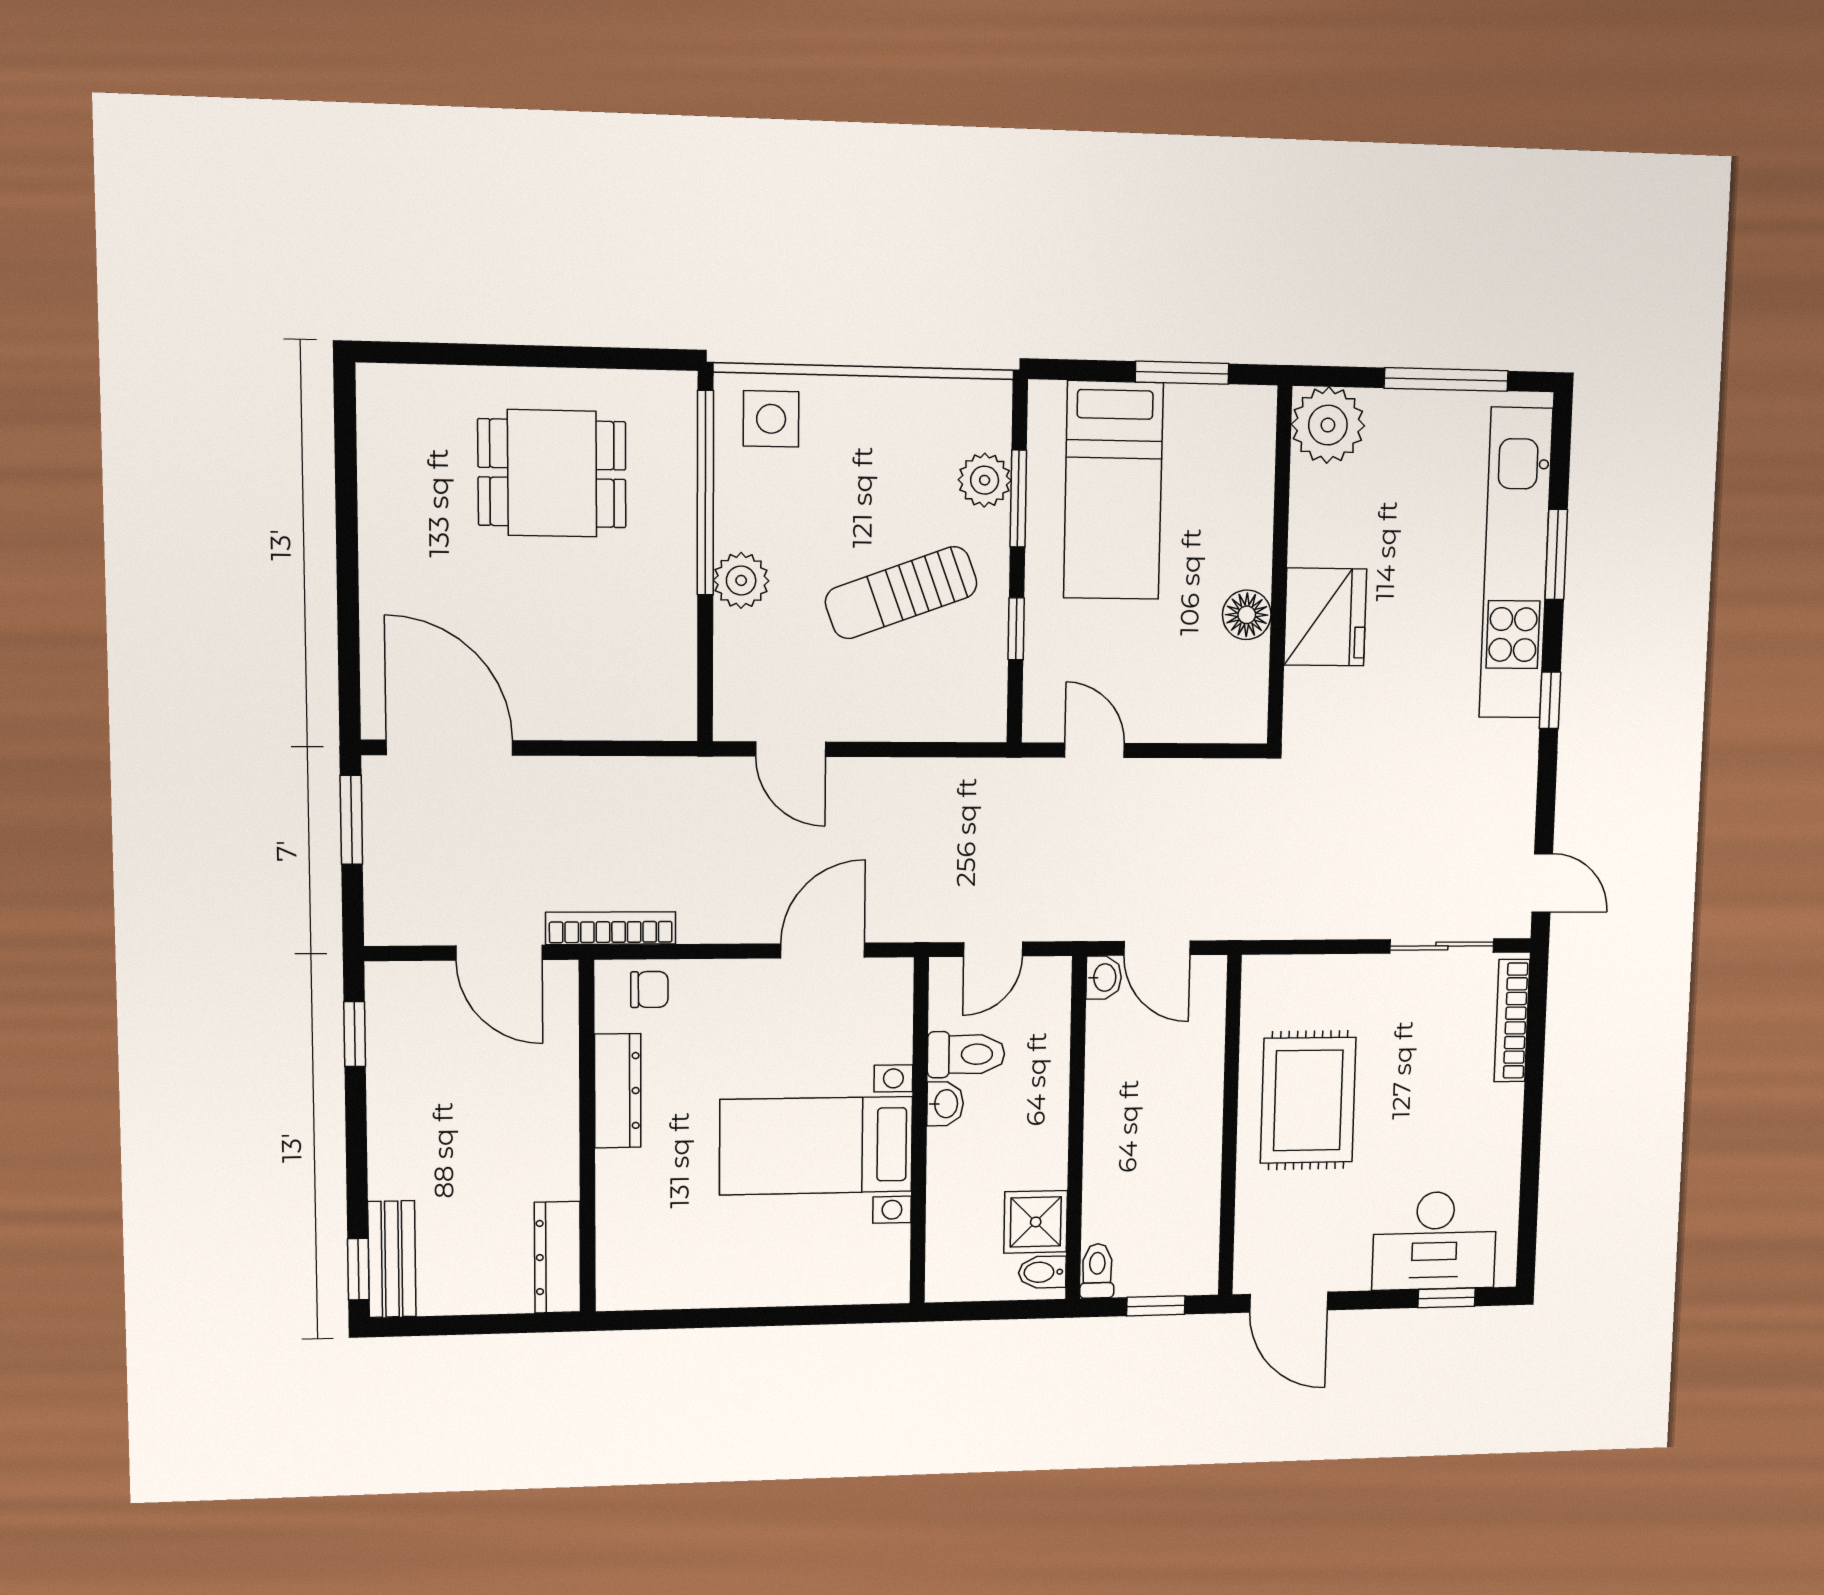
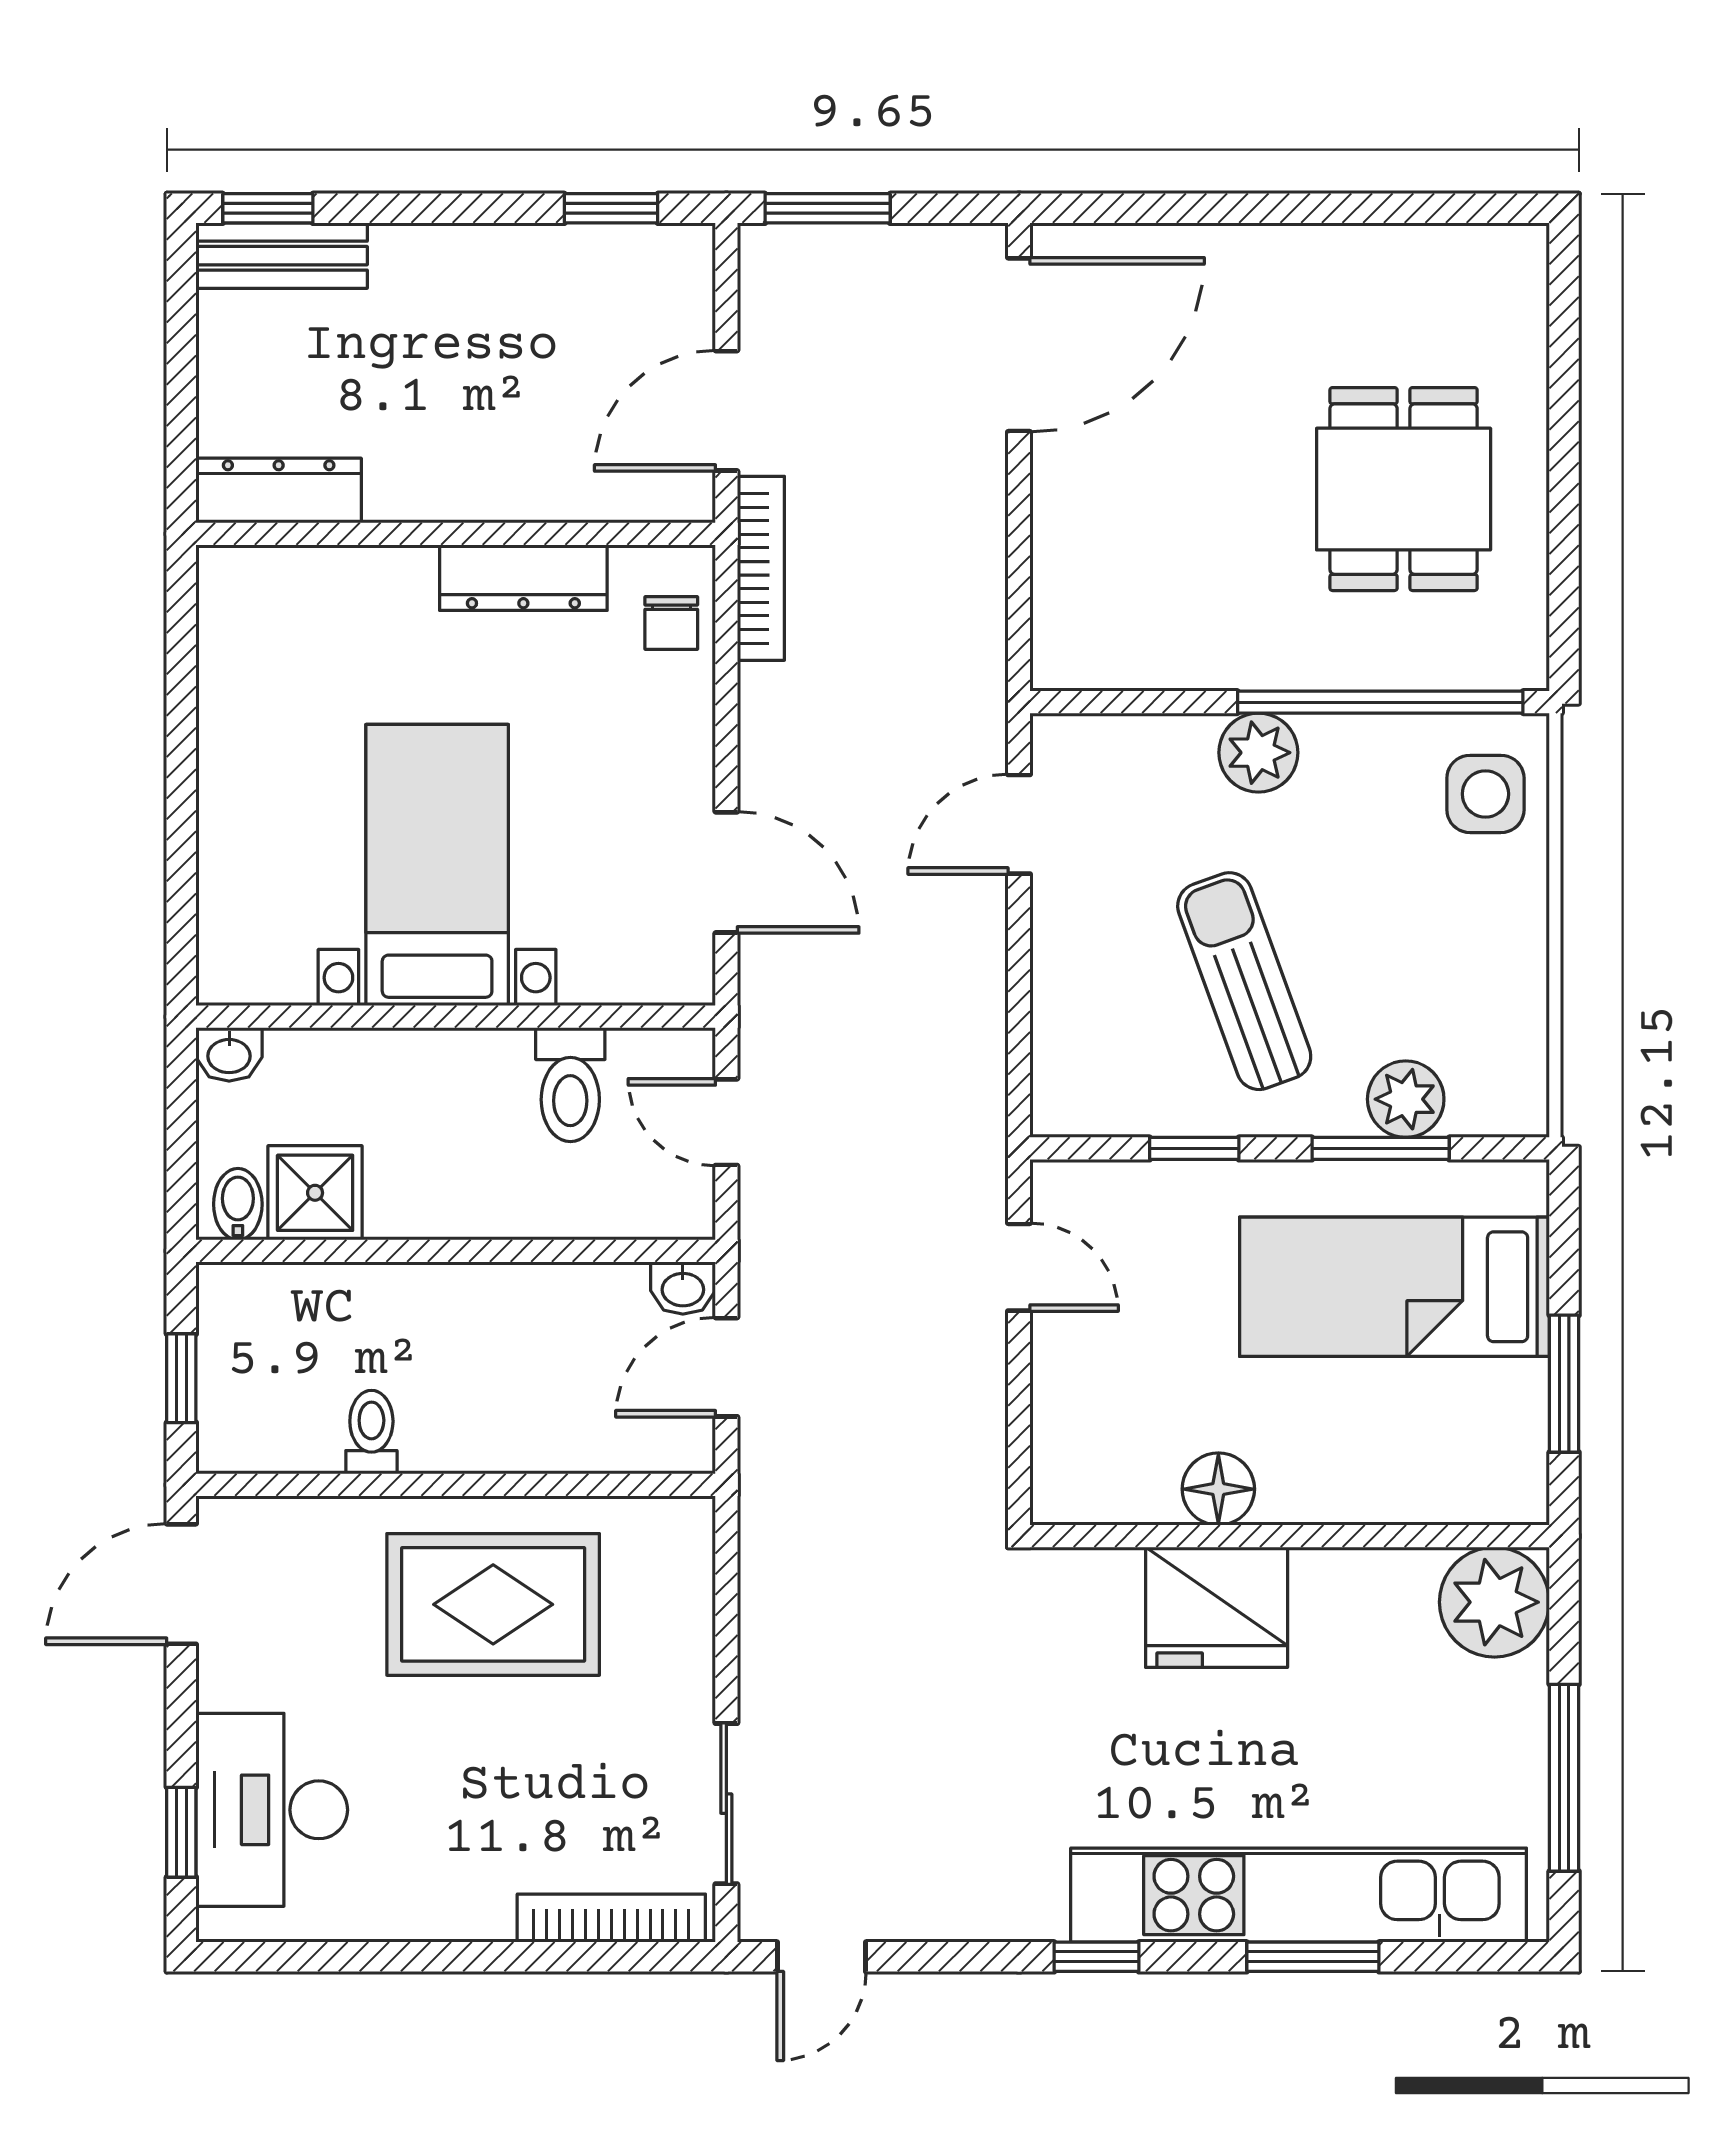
door: (1095, 750) -> (1019, 1267), hinge flipped
window: (351, 820) -> (828, 208), moved
washbasin: (945, 1104) -> (229, 1054), moved
toilet: (1097, 1271) -> (371, 1432), moved, turned -90

